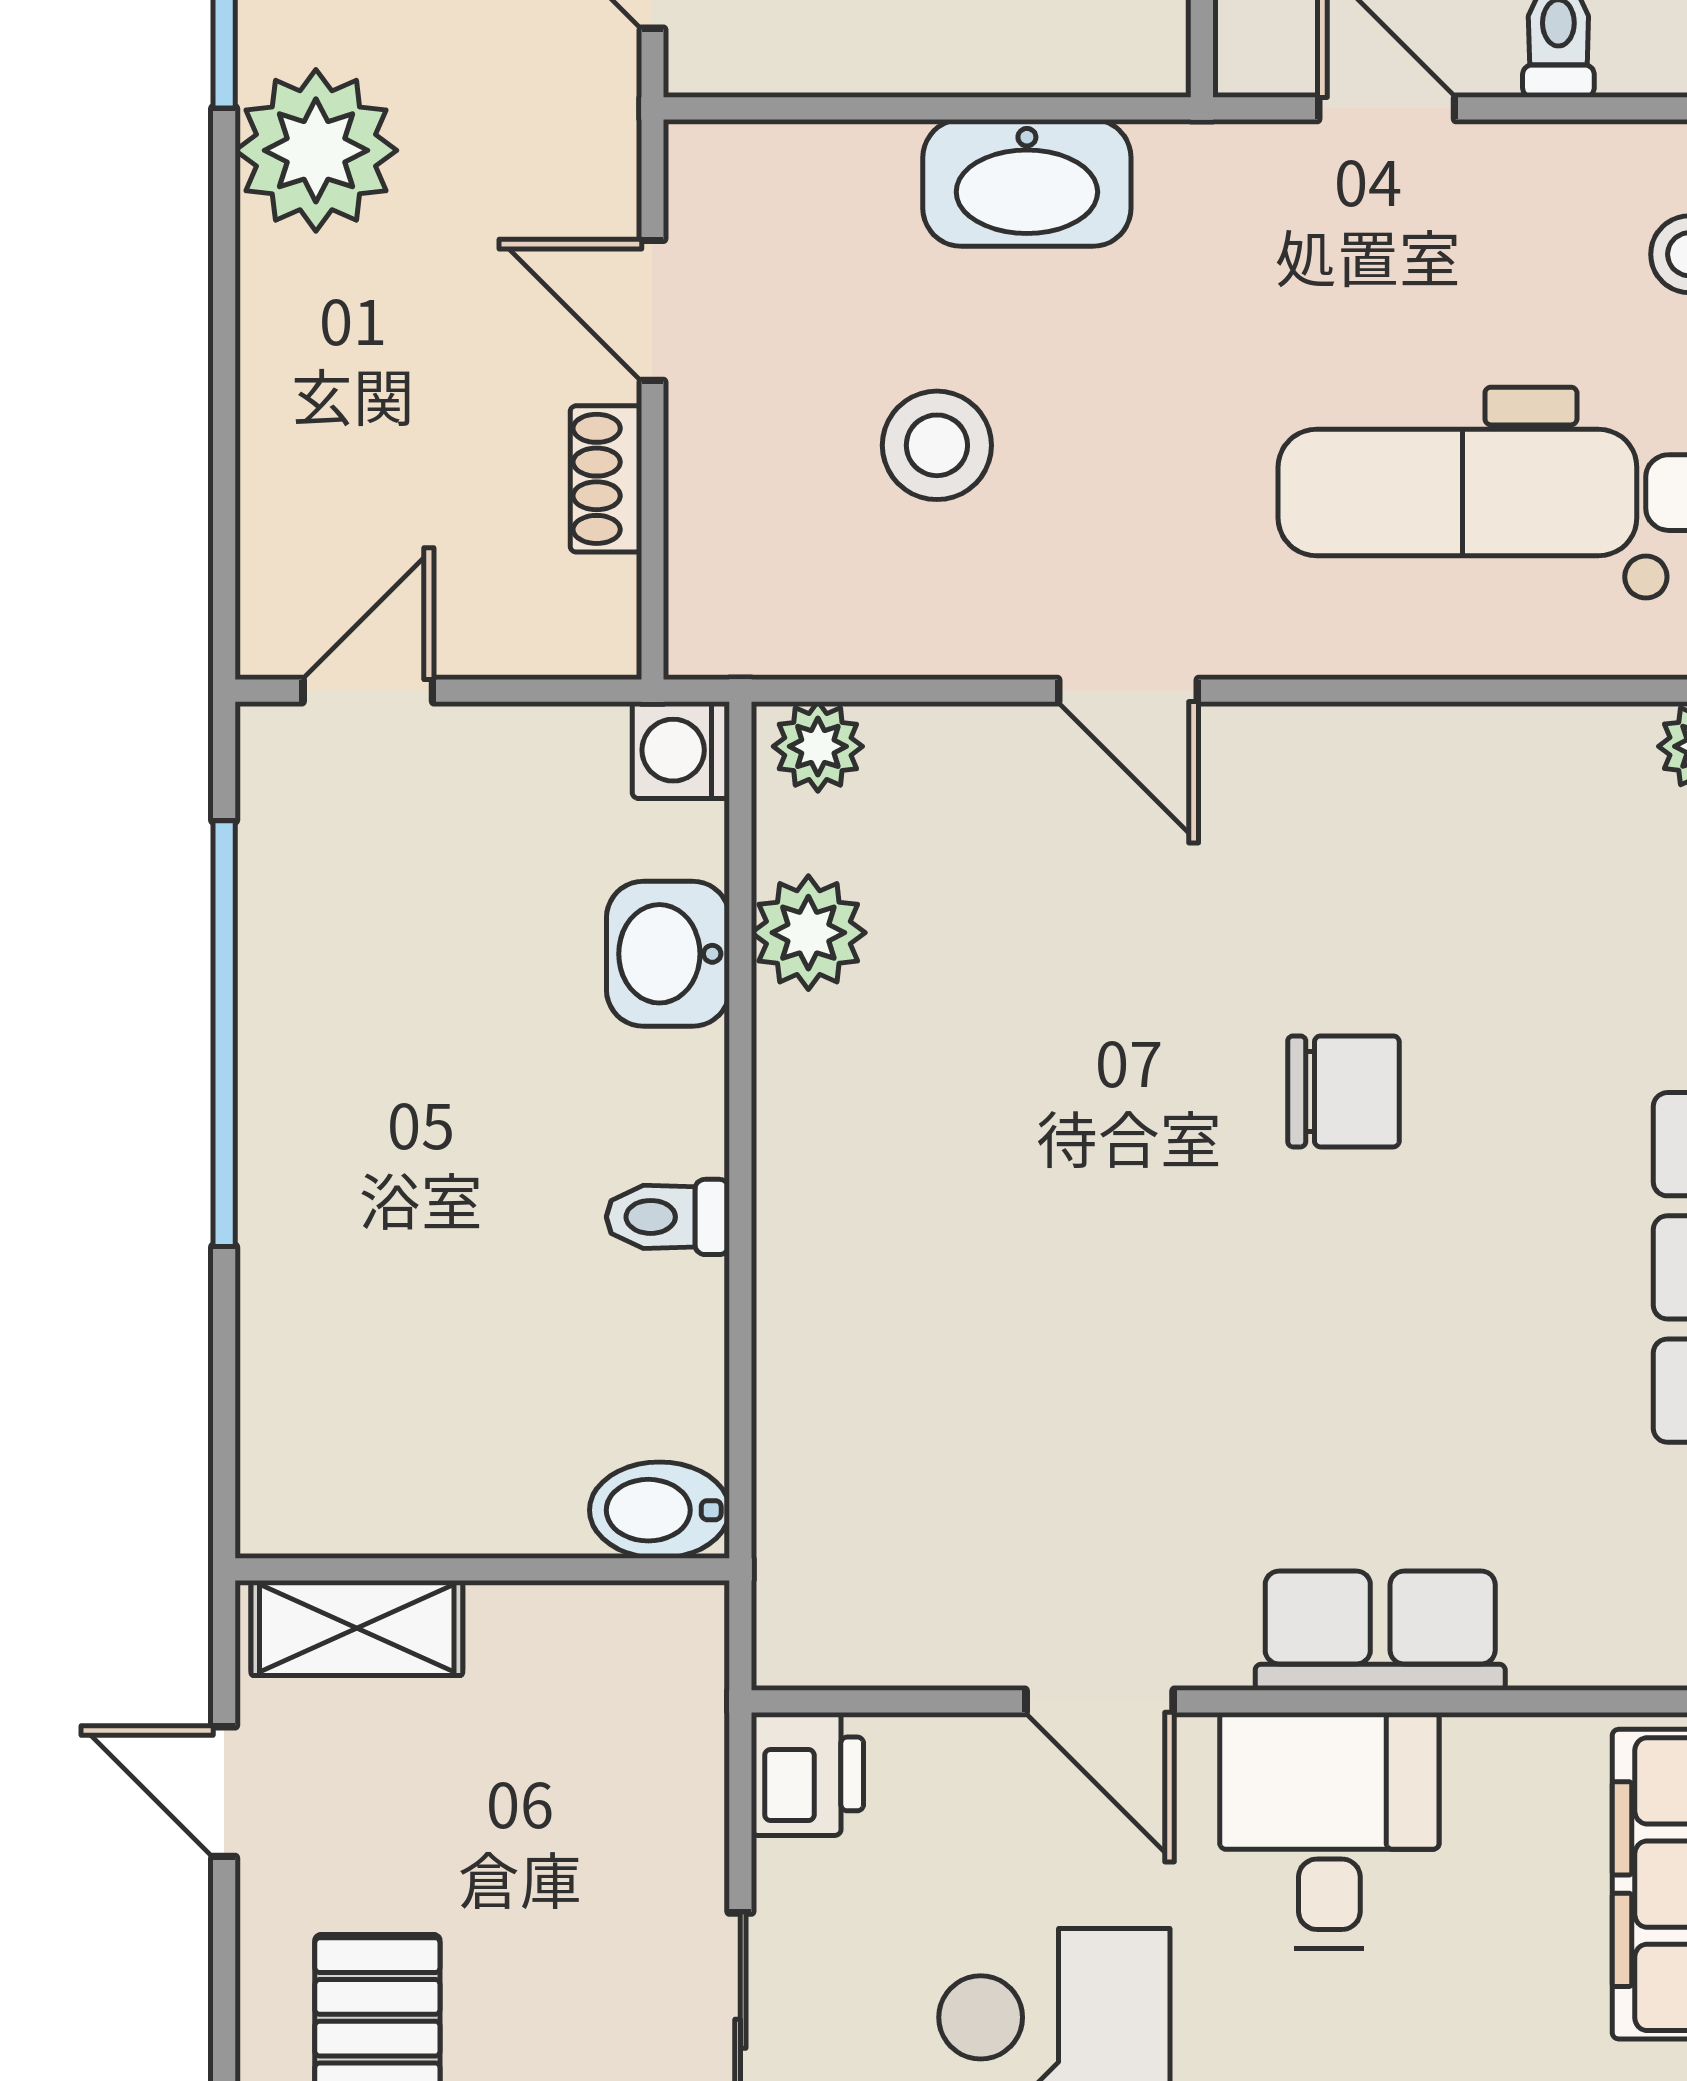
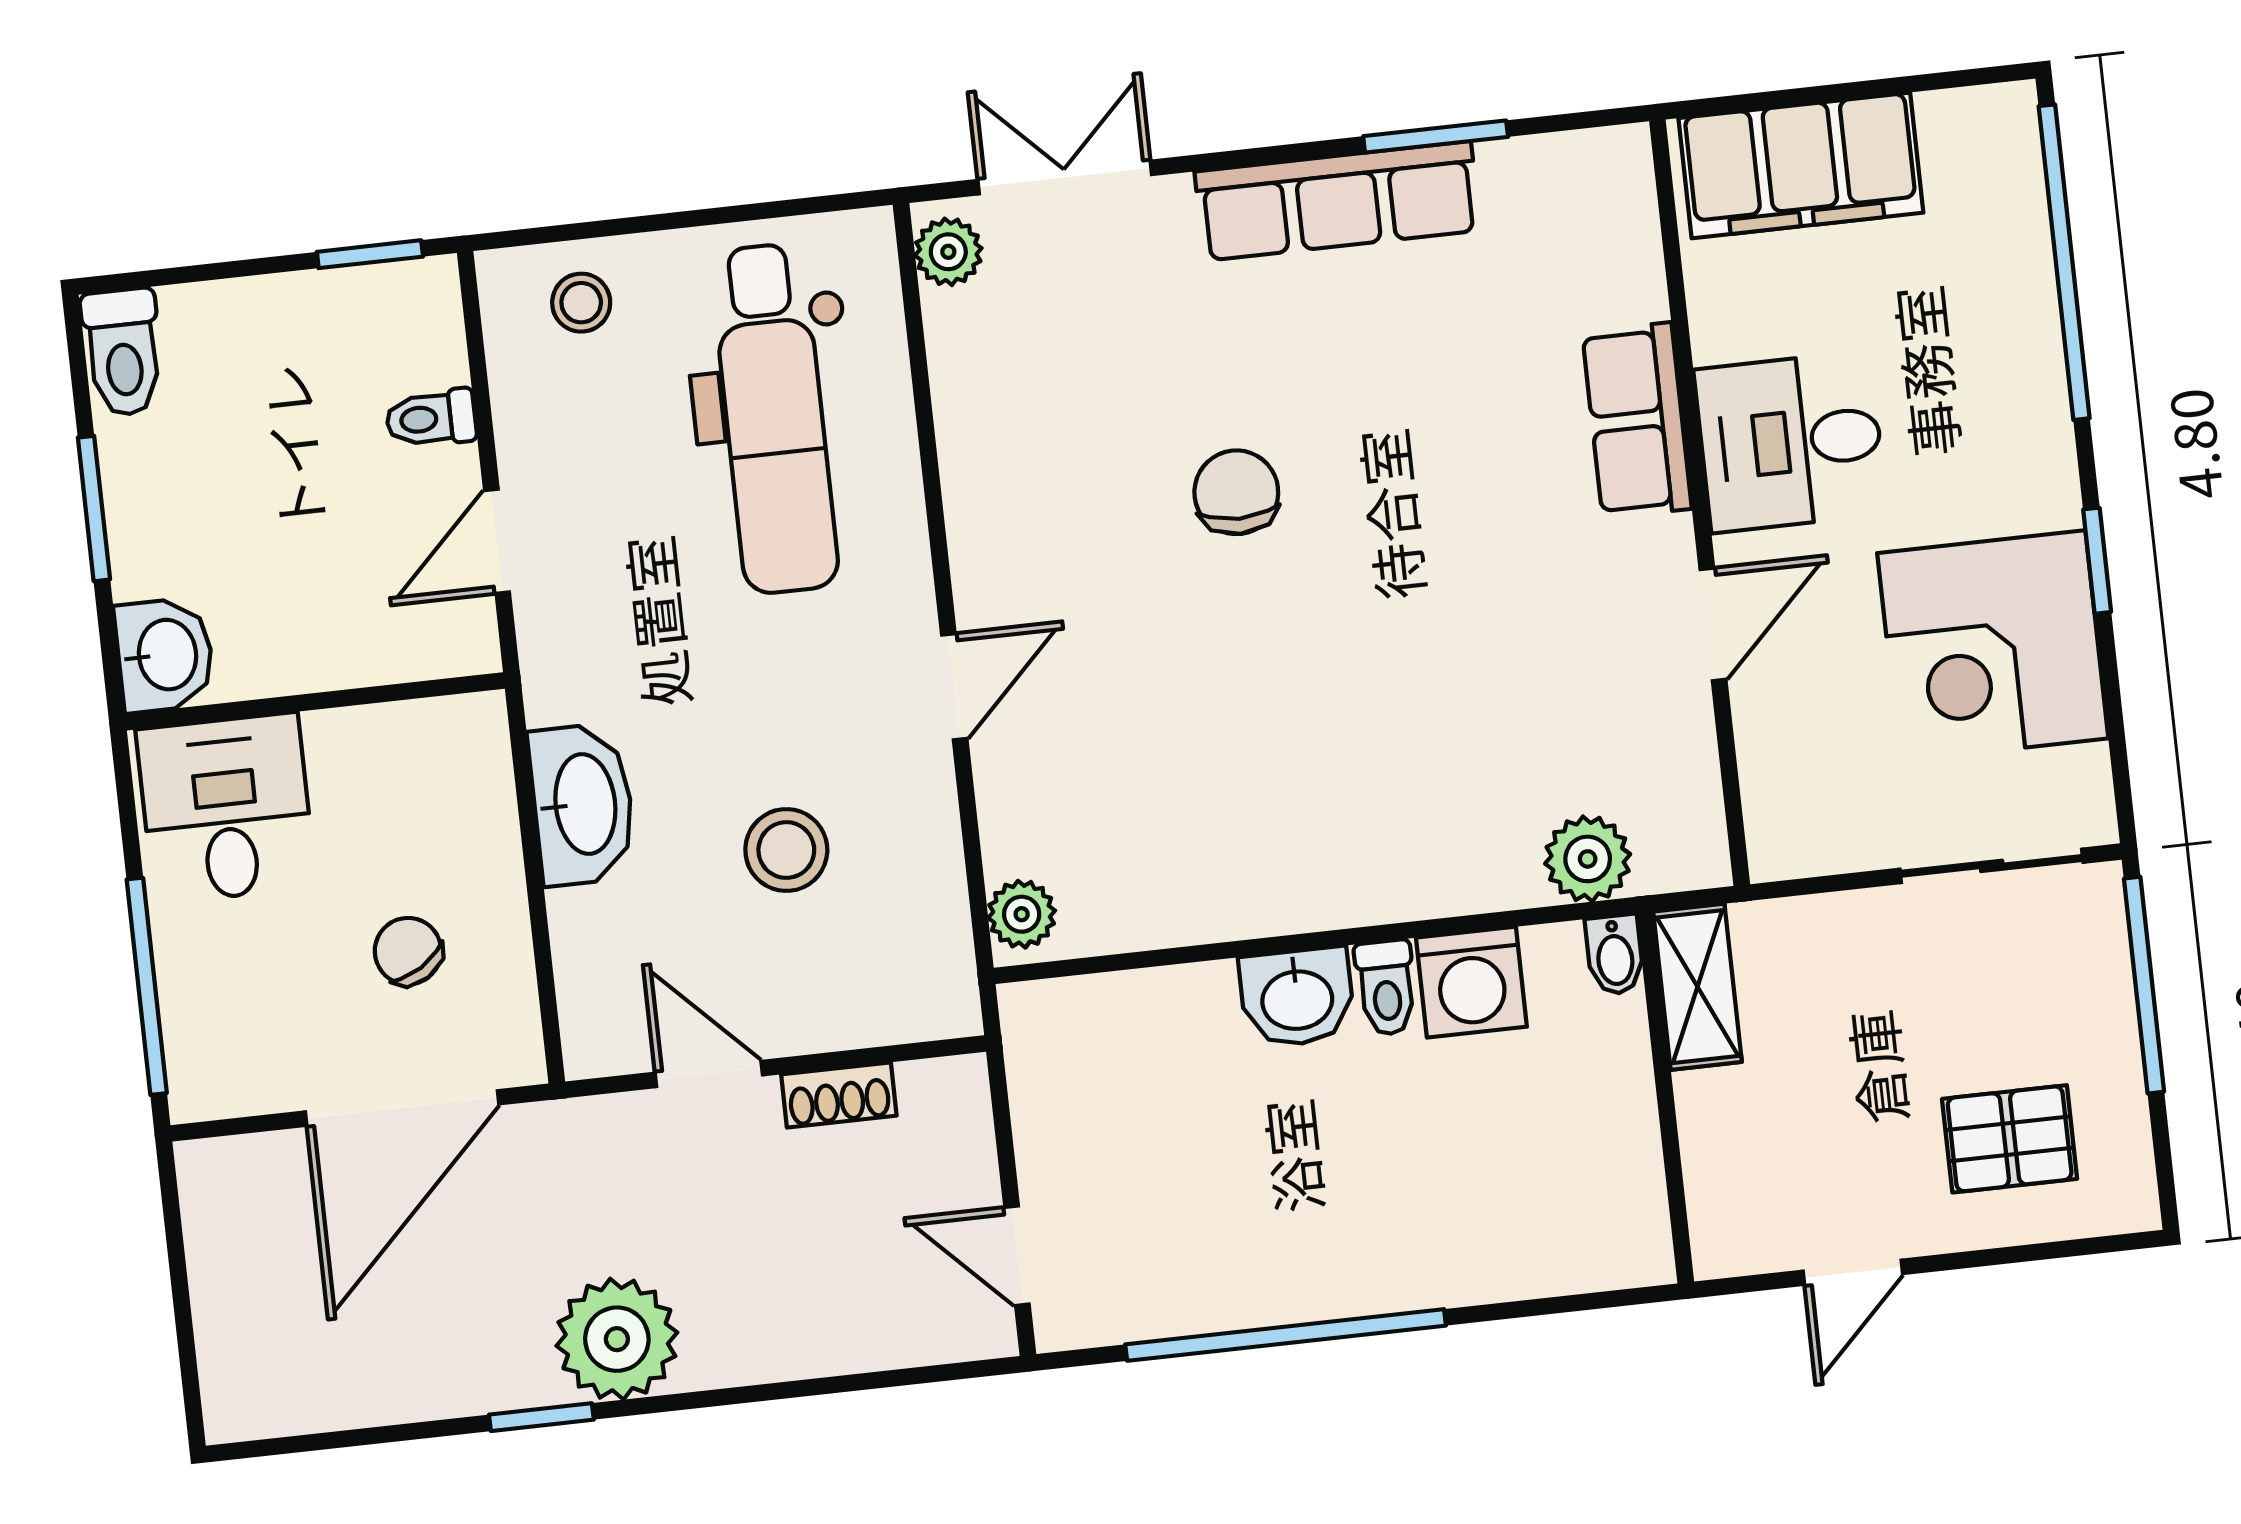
door: (652, 310) -> (709, 1074), swing flipped
washing machine: (681, 750) -> (1471, 982), moved, width x1.38, depth x1.38
plant: (808, 933) -> (1588, 859), moved
washbasin: (668, 954) -> (1297, 997), moved
bidet: (659, 1510) -> (1615, 955), width x0.72, depth x0.74
shelving: (357, 1628) -> (1697, 987), moved
printer: (807, 1774) -> (1791, 837), removed

